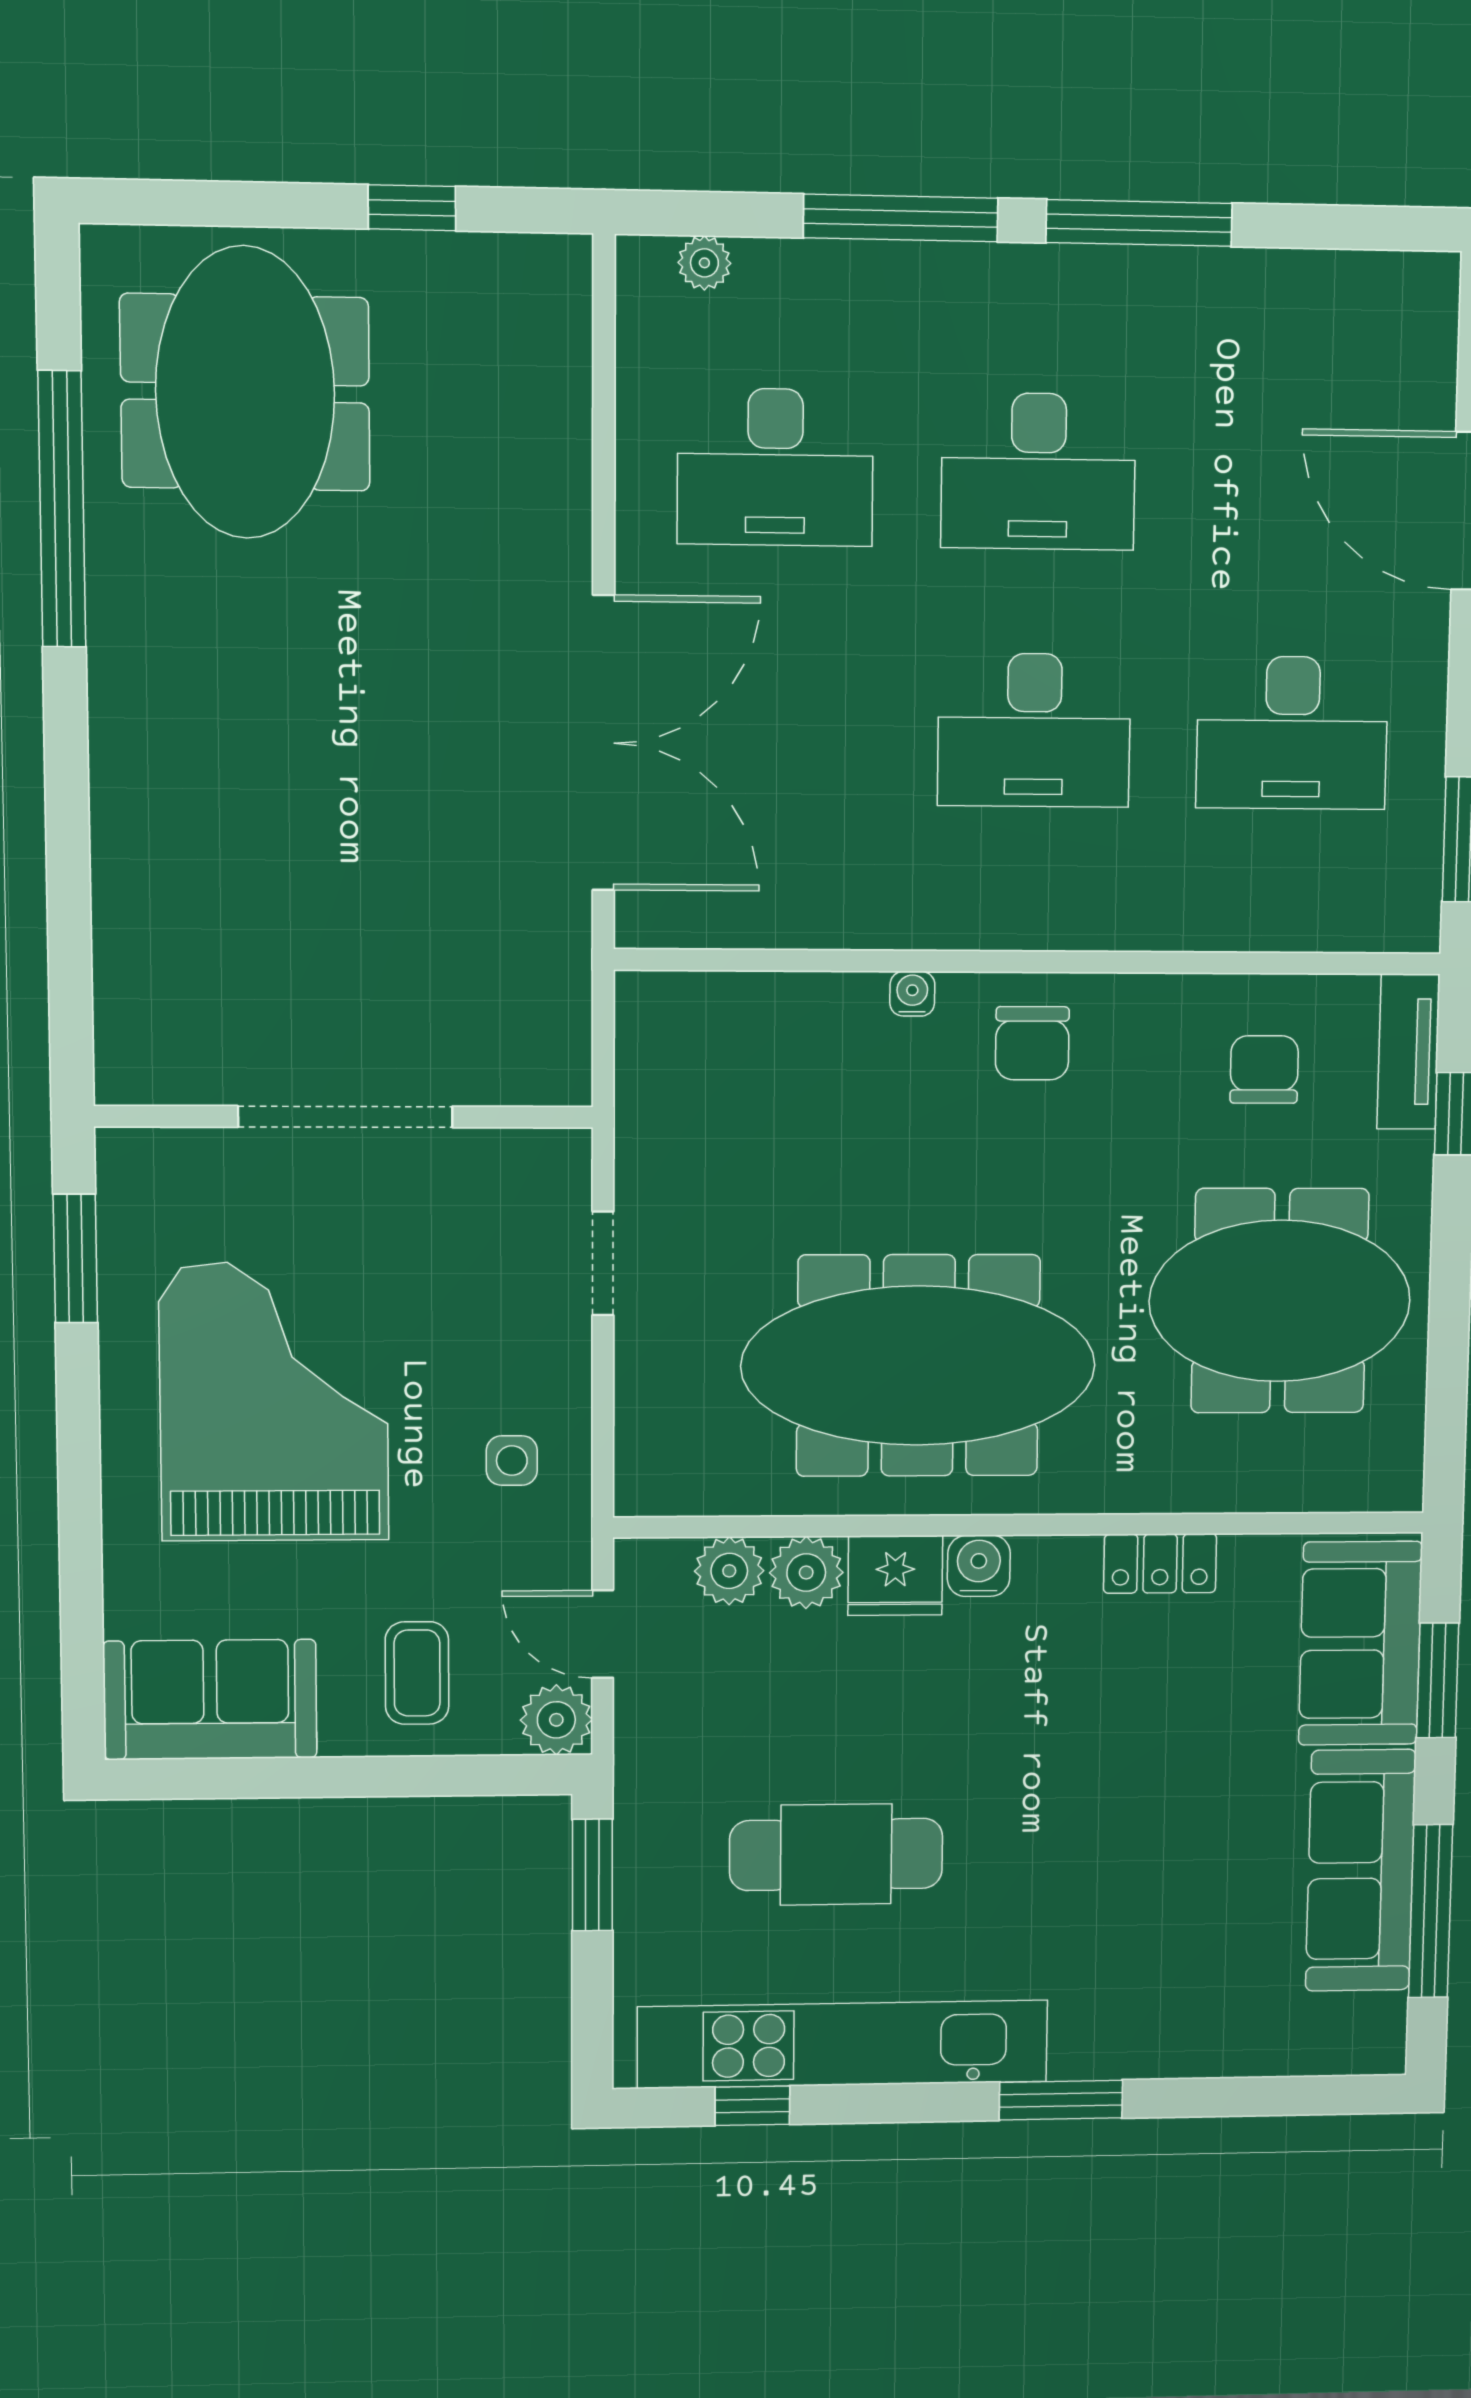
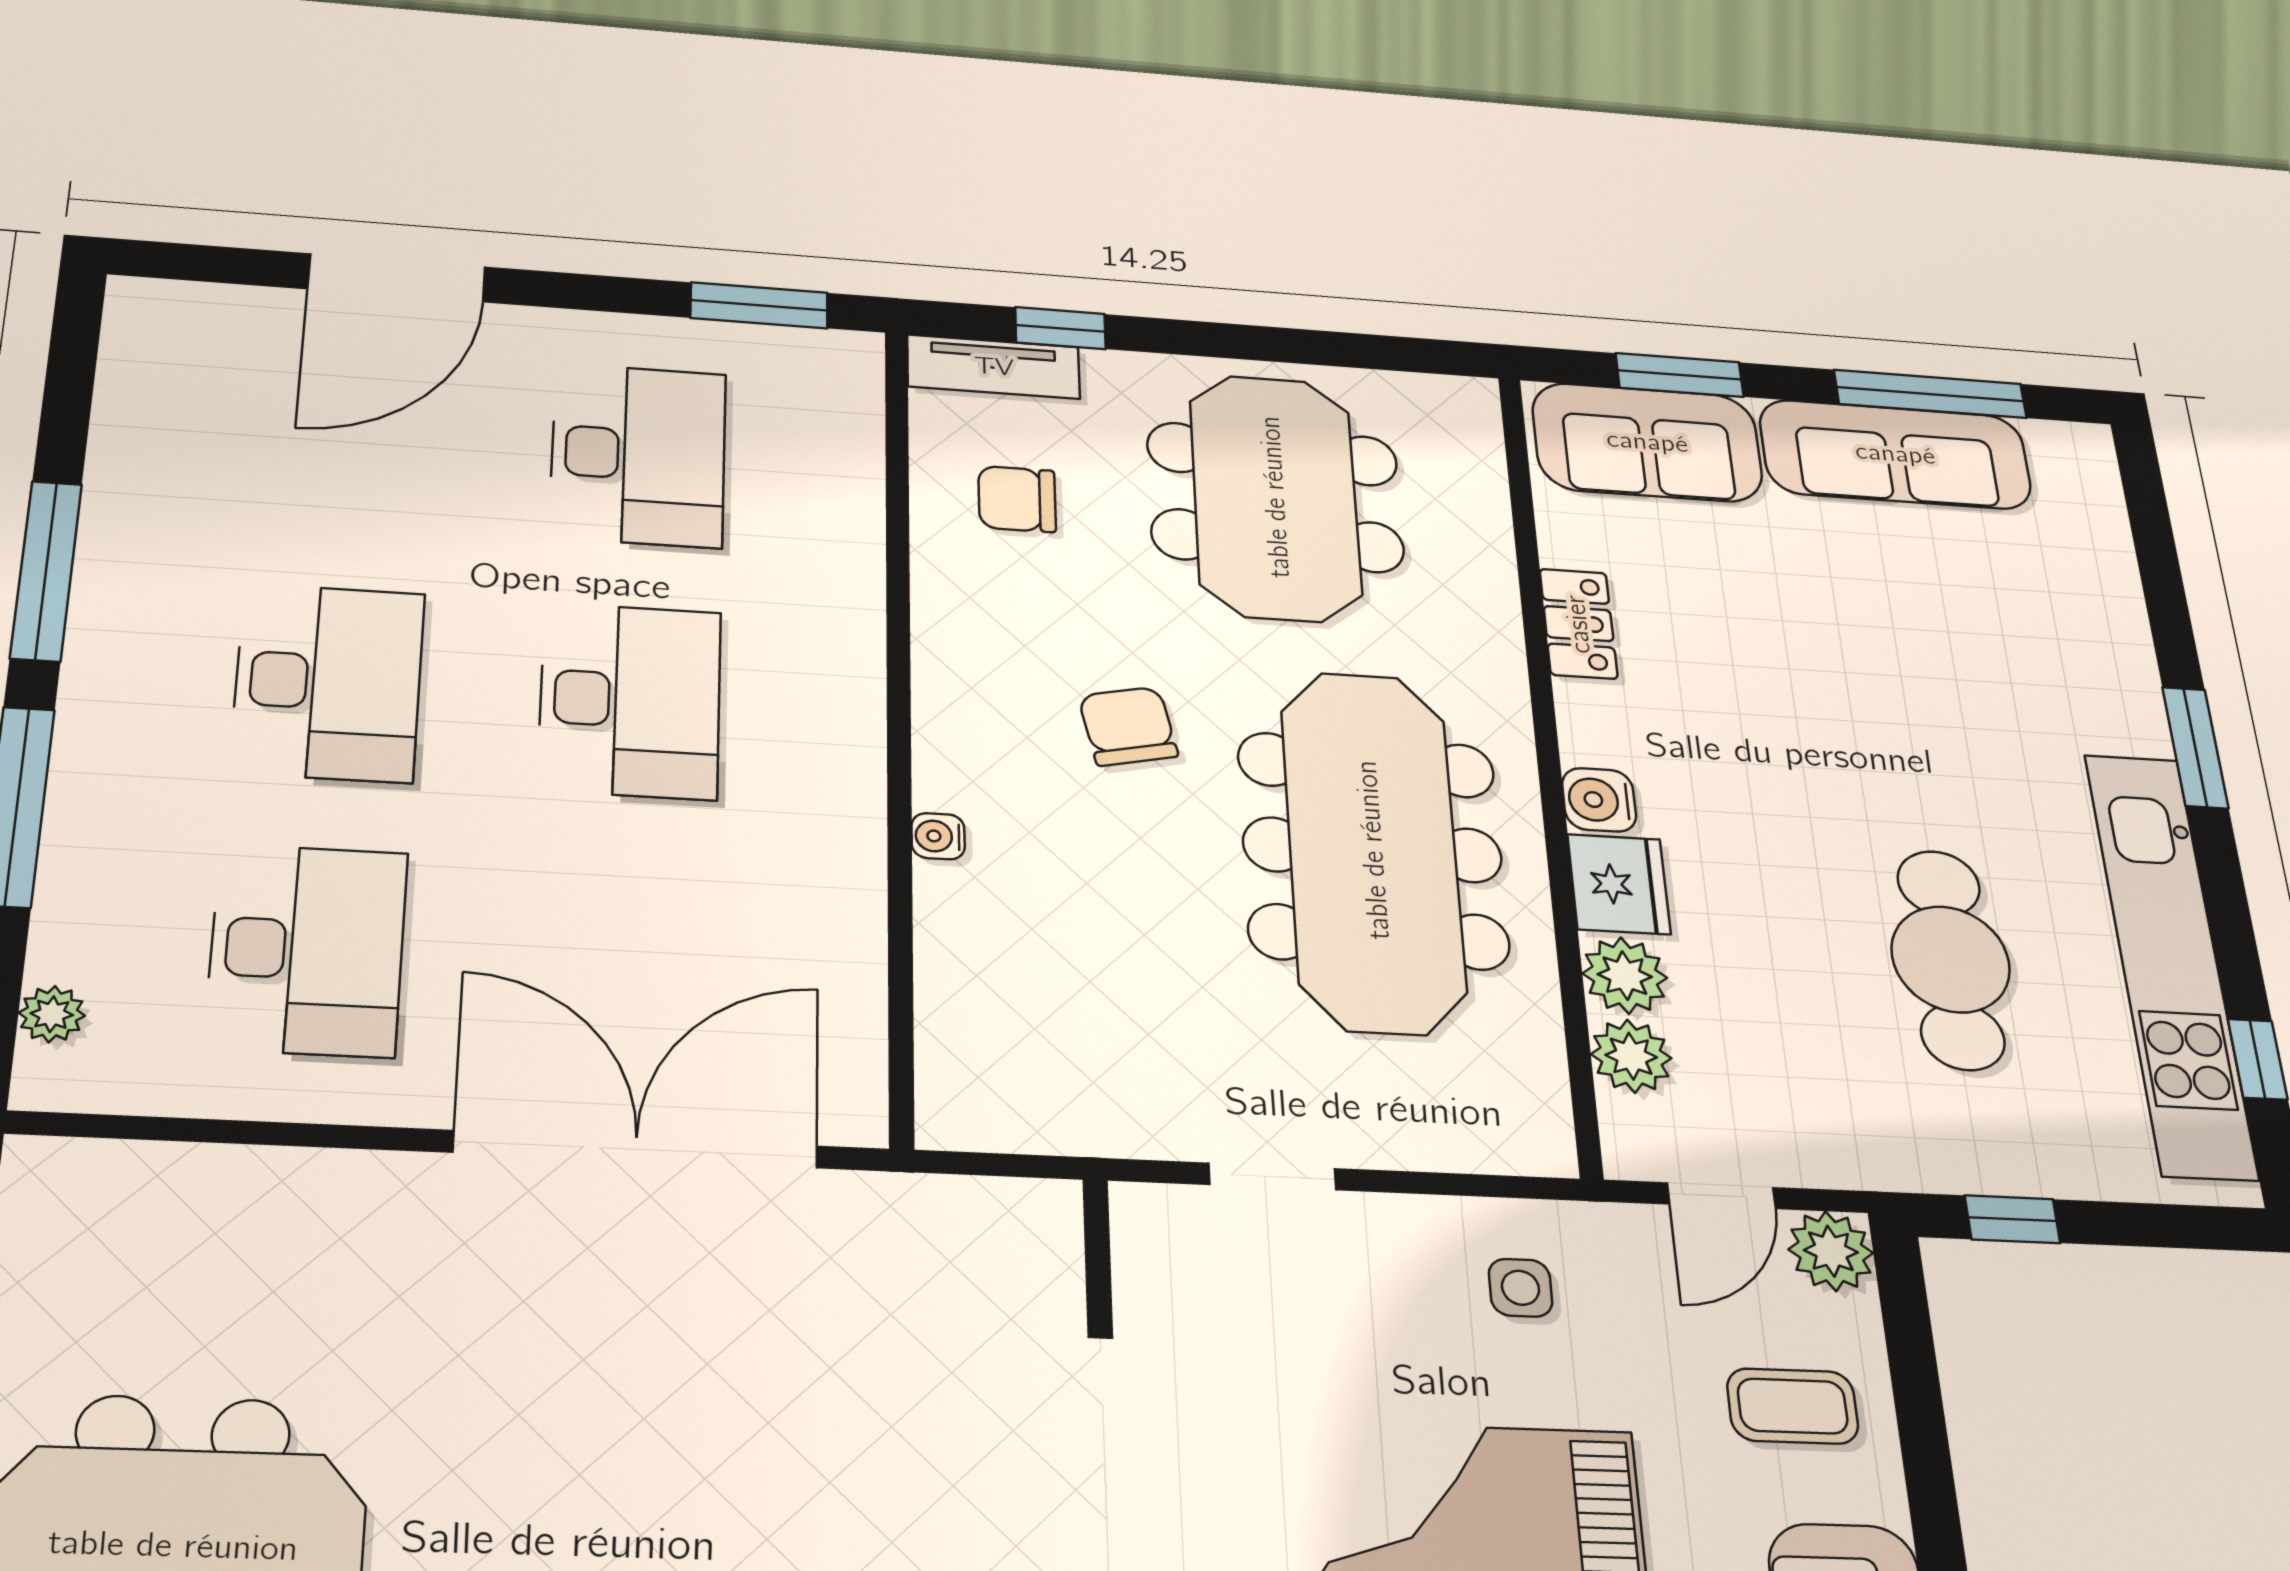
chair: (1032, 1043) -> (1128, 726), moved, turned -102
window: (592, 1875) -> (2012, 1219), width x0.67

